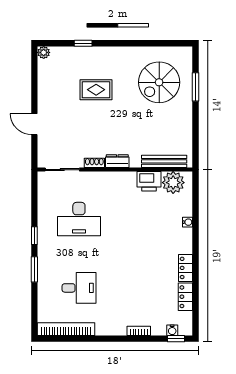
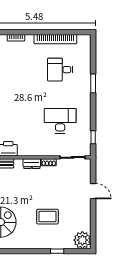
plant: (44, 52) -> (82, 240), width x1.87, depth x1.87
window: (34, 236) -> (93, 137), moved
bookcase: (66, 329) -> (55, 39), moved

